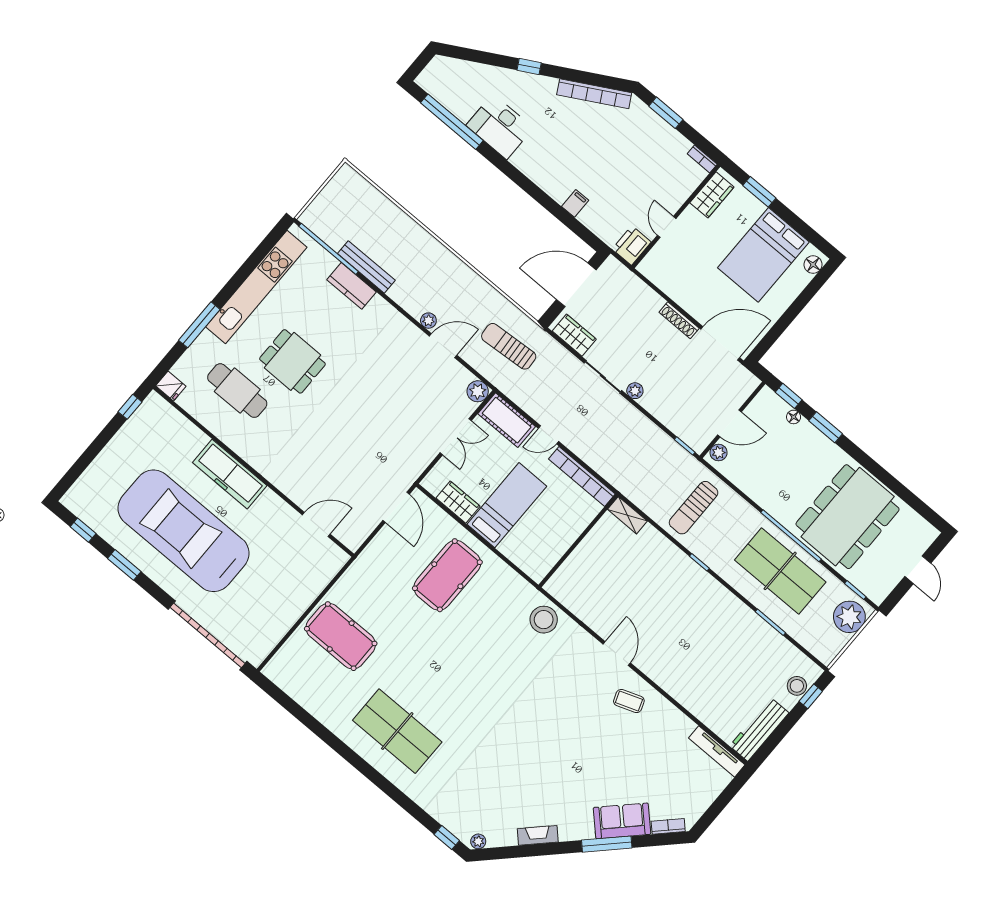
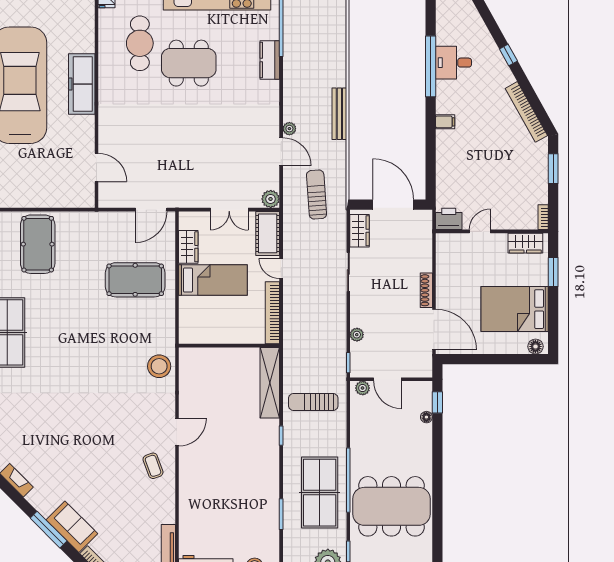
window: (452, 122) -> (431, 66), moved
desk: (500, 127) -> (453, 63), width x0.73
filing cabinet: (575, 203) -> (445, 122), moved
bench: (366, 267) -> (339, 114), moved
dining table: (292, 361) -> (189, 63), width x1.38
plant: (635, 391) -> (357, 335), moved
window: (826, 427) -> (437, 443), removed
shelving: (627, 515) -> (270, 383), width x2.20, depth x1.33

